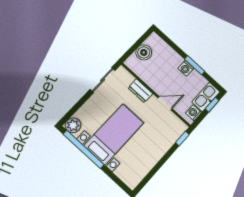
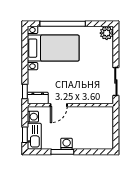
boiler: (144, 52) -> (106, 127), removed
dresser: (140, 91) -> (38, 98), moved
bed with nightstands: (114, 134) -> (53, 48), moved, turned -90
window: (84, 149) -> (63, 24), moved

